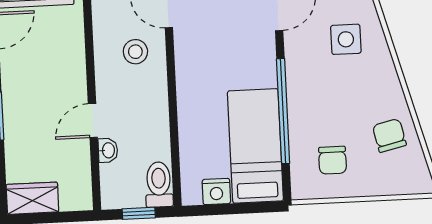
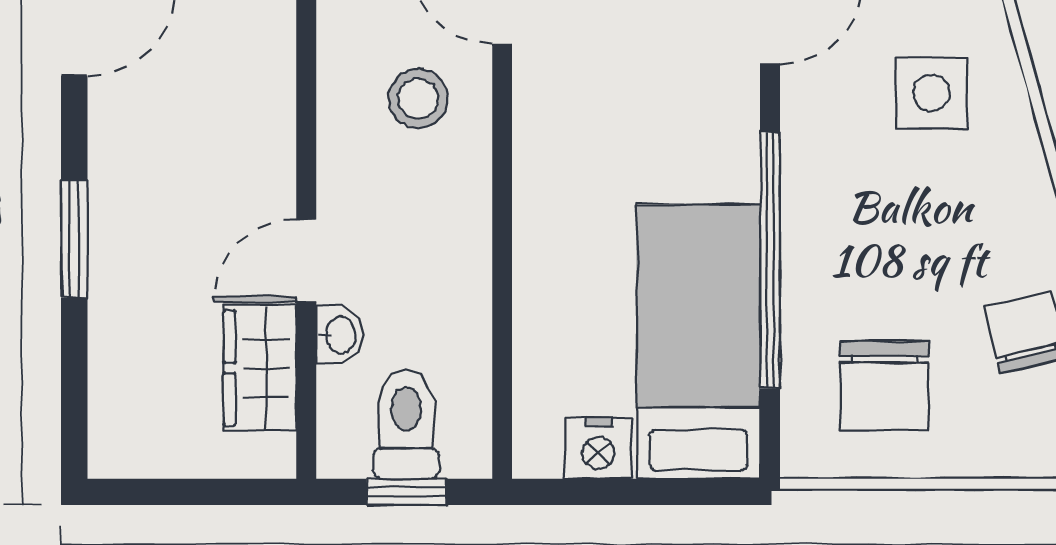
chair: (333, 160) -> (884, 386), width x1.37, depth x1.37
toilet: (159, 184) -> (406, 424), moved
wardrobe: (32, 198) -> (260, 368), moved, turned -90

